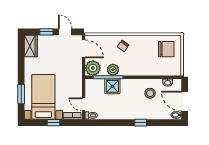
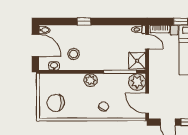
plant: (113, 70) -> (91, 80), moved
shower: (112, 86) -> (137, 61), moved

